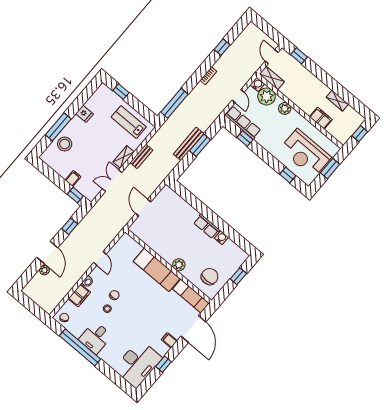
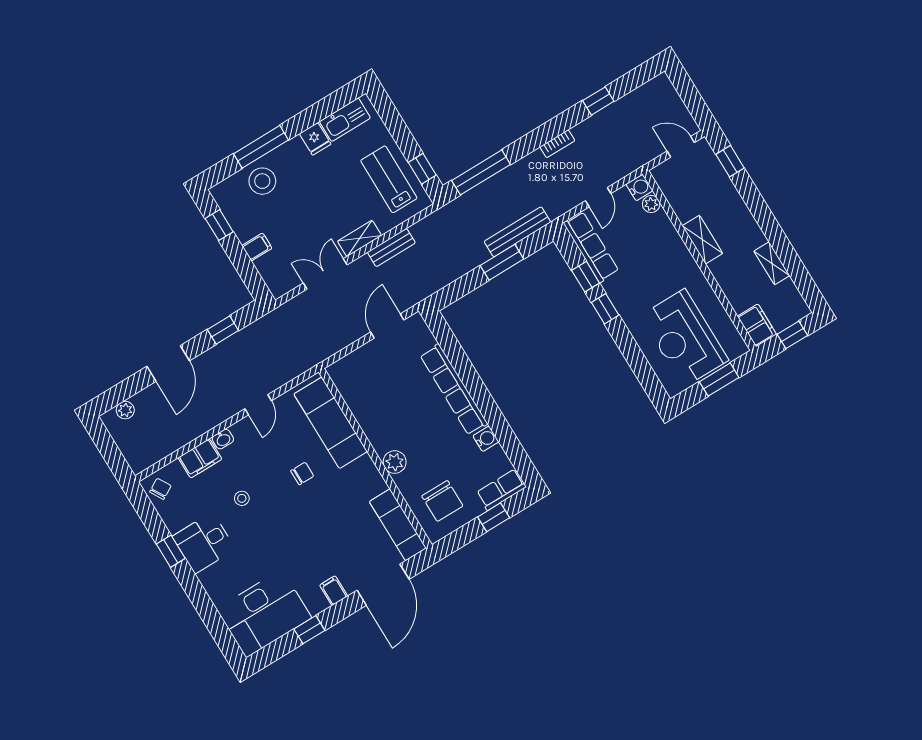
door: (272, 57) -> (681, 147), hinge flipped
shelving: (272, 78) -> (702, 240), moved
window: (121, 92) -> (422, 169), moved
plant: (267, 96) -> (651, 204), width x0.53, depth x0.53
kitchen sink: (96, 99) -> (345, 120), added
plant: (285, 108) -> (674, 246), removed
filing cabinet: (321, 118) -> (757, 325), moved
bench: (189, 144) -> (517, 232), moved
window: (288, 175) -> (605, 309), moved
window: (75, 195) -> (219, 225), moved
door: (143, 208) -> (387, 326), moved
row of seats: (207, 226) -> (454, 390), width x2.02
row of seats: (238, 261) -> (501, 490), added
plant: (44, 270) -> (125, 410), moved
exam couch: (157, 270) -> (331, 423), moved
chair: (210, 277) -> (442, 501), turned 90
chair: (114, 295) -> (302, 473), moved
window: (80, 347) -> (171, 551), width x0.32

